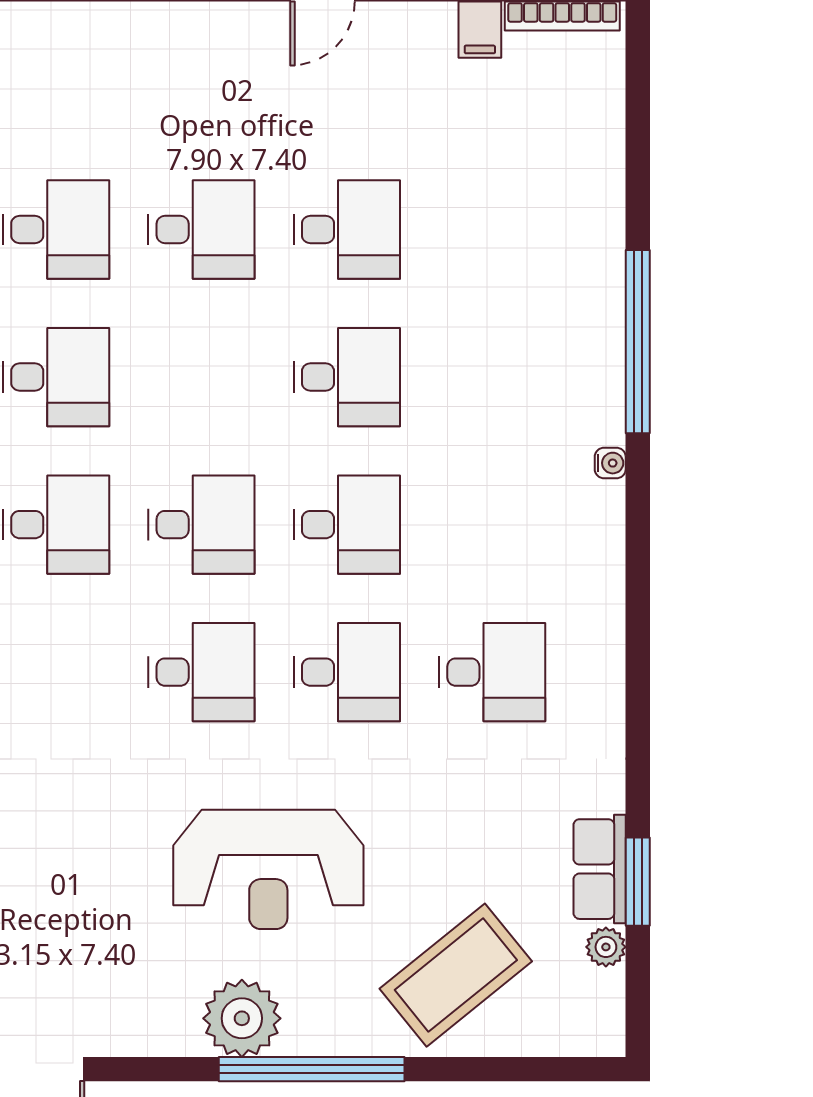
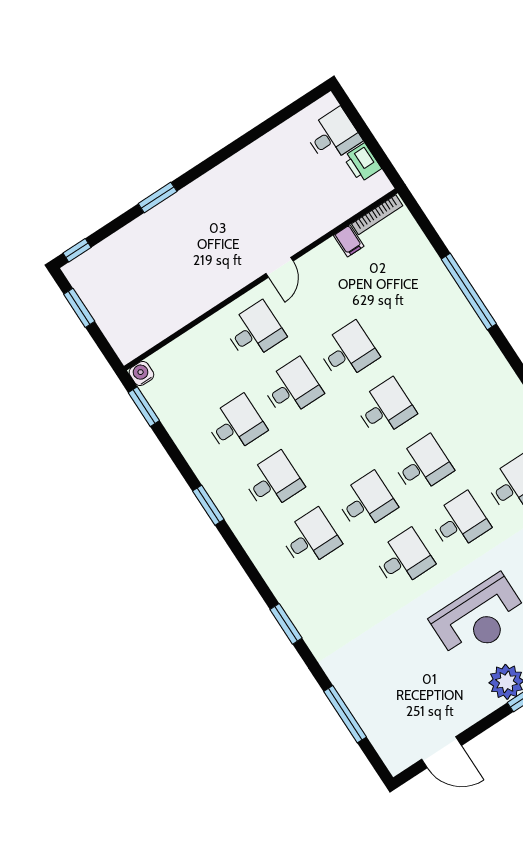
desk: (201, 82) -> (255, 331), added
window: (638, 342) -> (469, 291), moved
water cooler: (610, 463) -> (508, 375), removed

